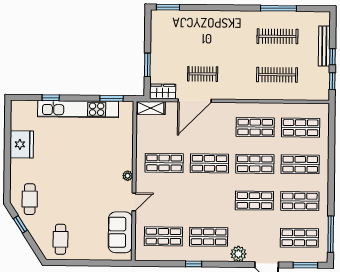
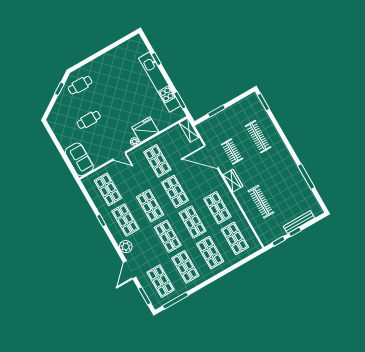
clothes rail: (277, 36) -> (258, 137), moved
wardrobe: (163, 91) -> (233, 181), moved
fridge: (22, 144) -> (145, 130), moved, turned 180
shop shelf: (209, 200) -> (150, 206), added
sofa: (120, 232) -> (79, 159), moved, turned 90
cafe table: (61, 239) -> (89, 120), moved

